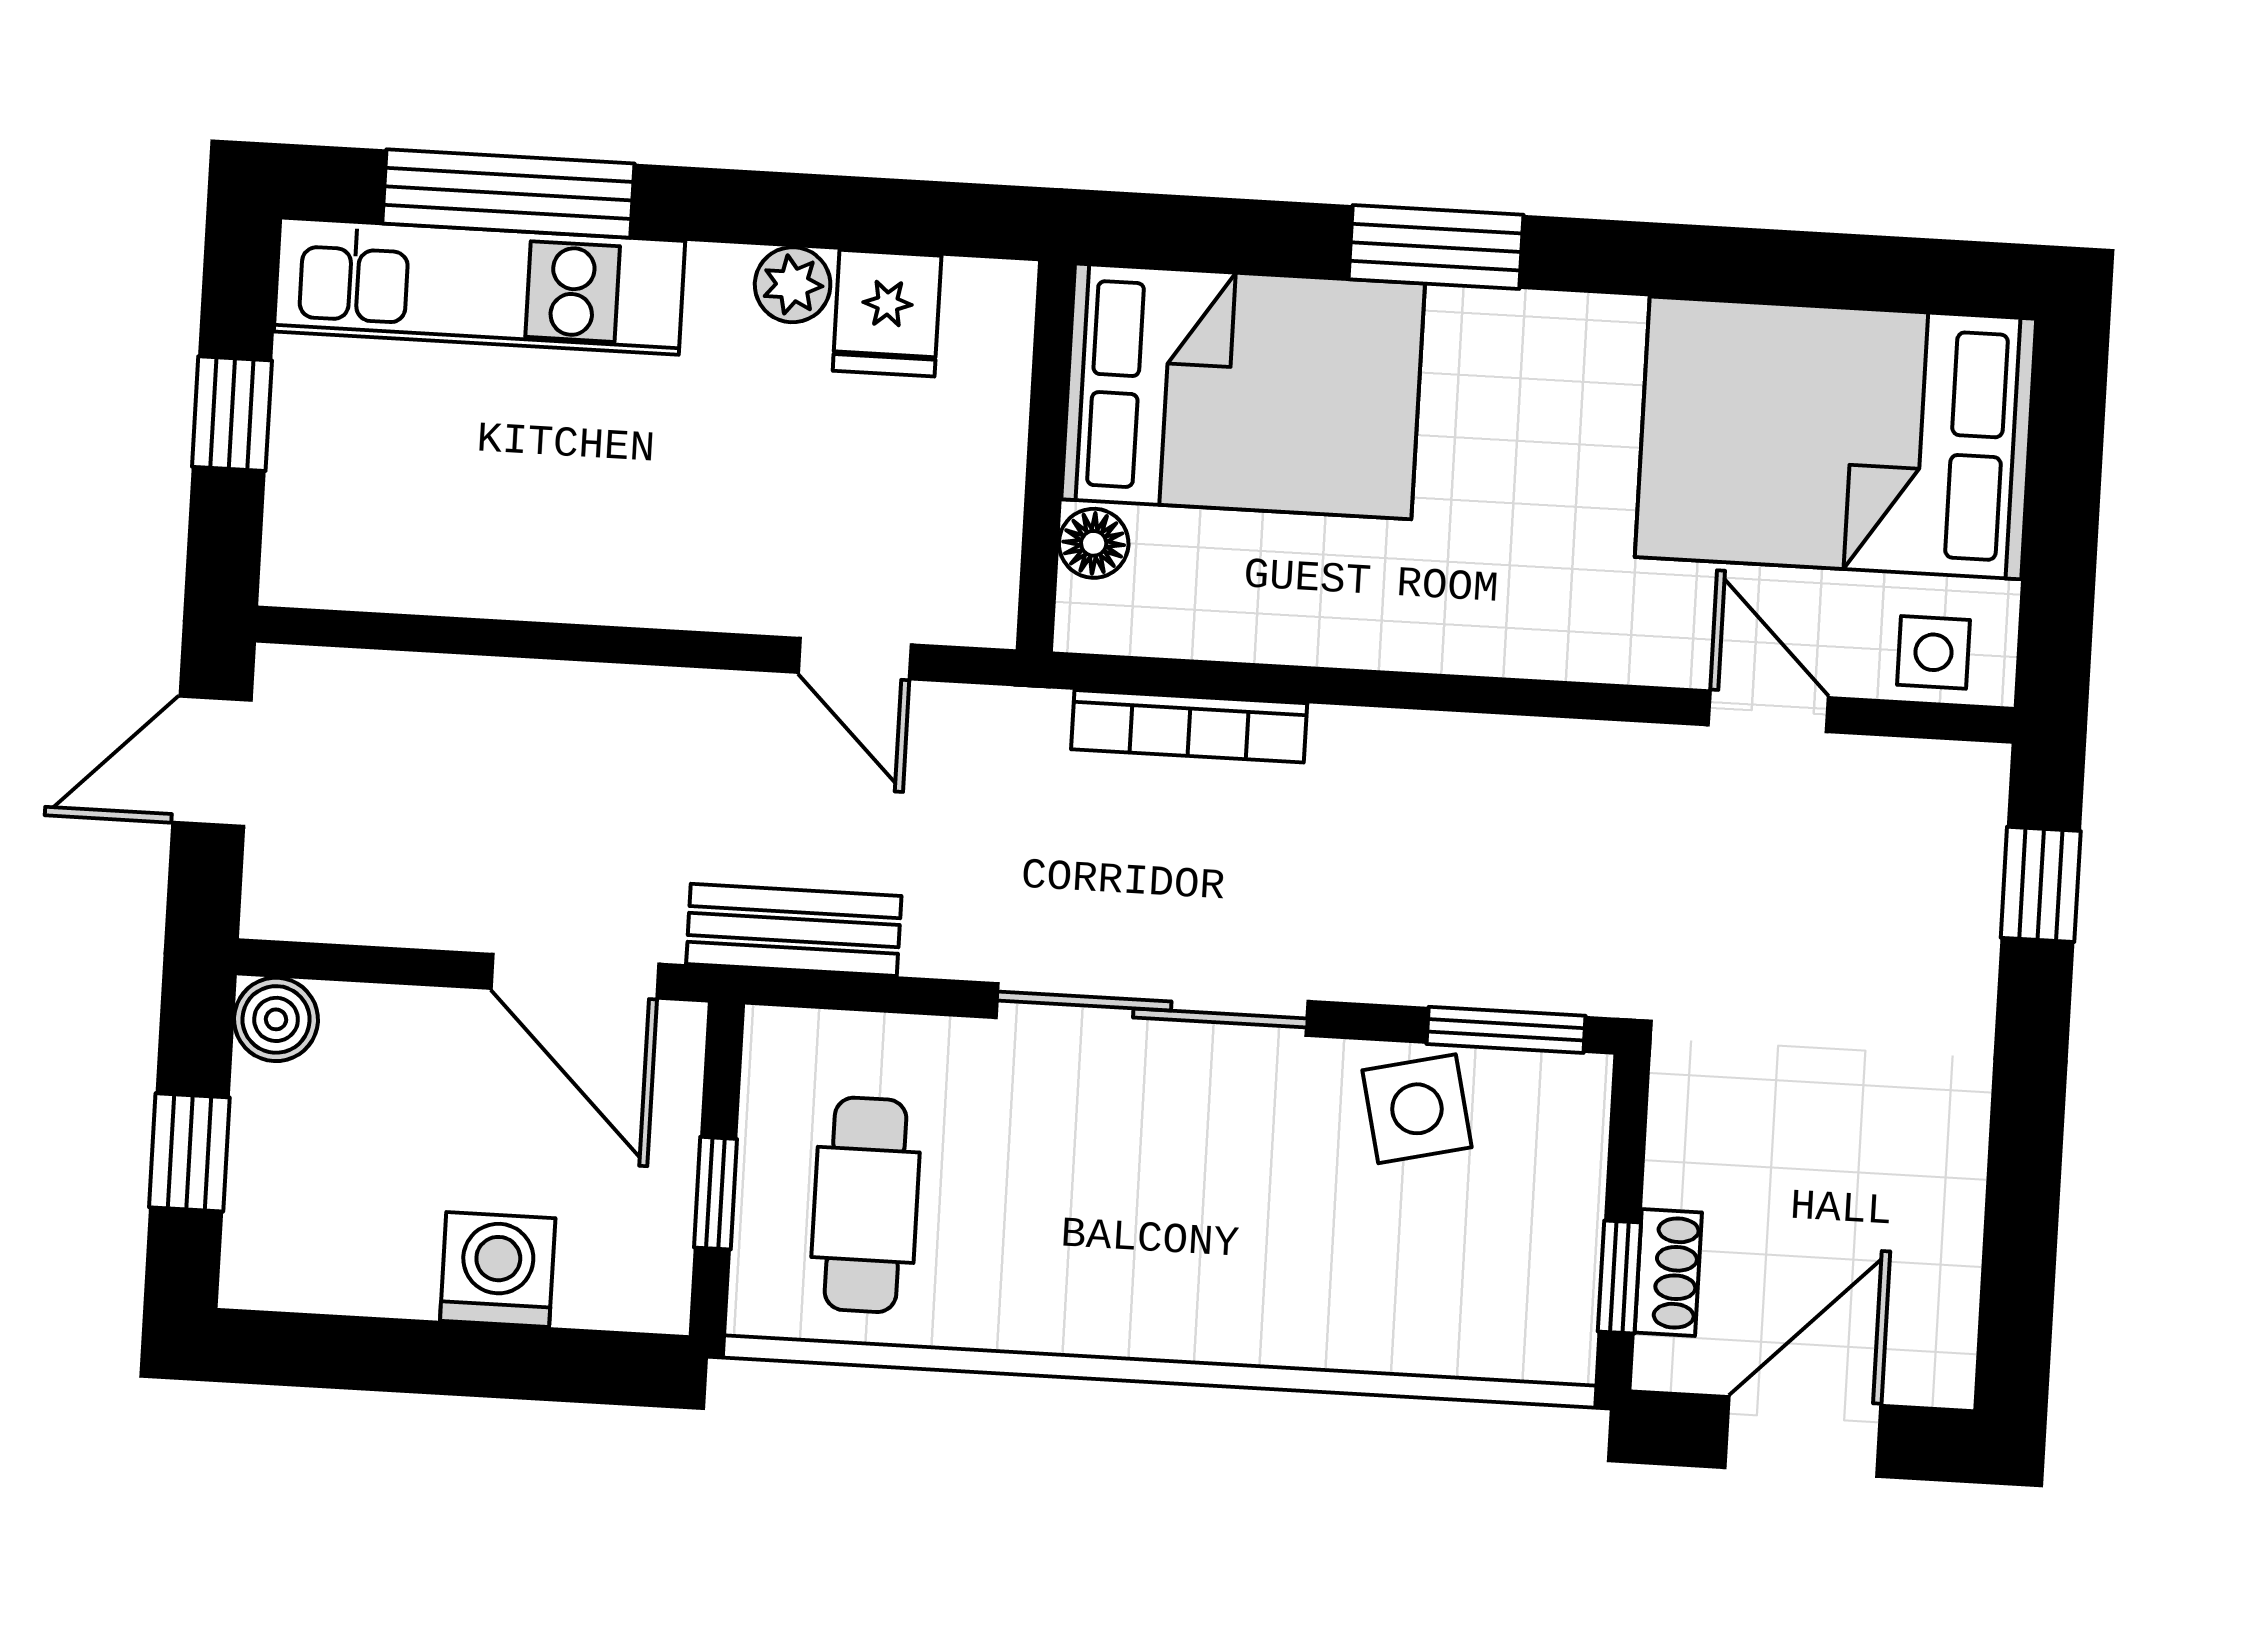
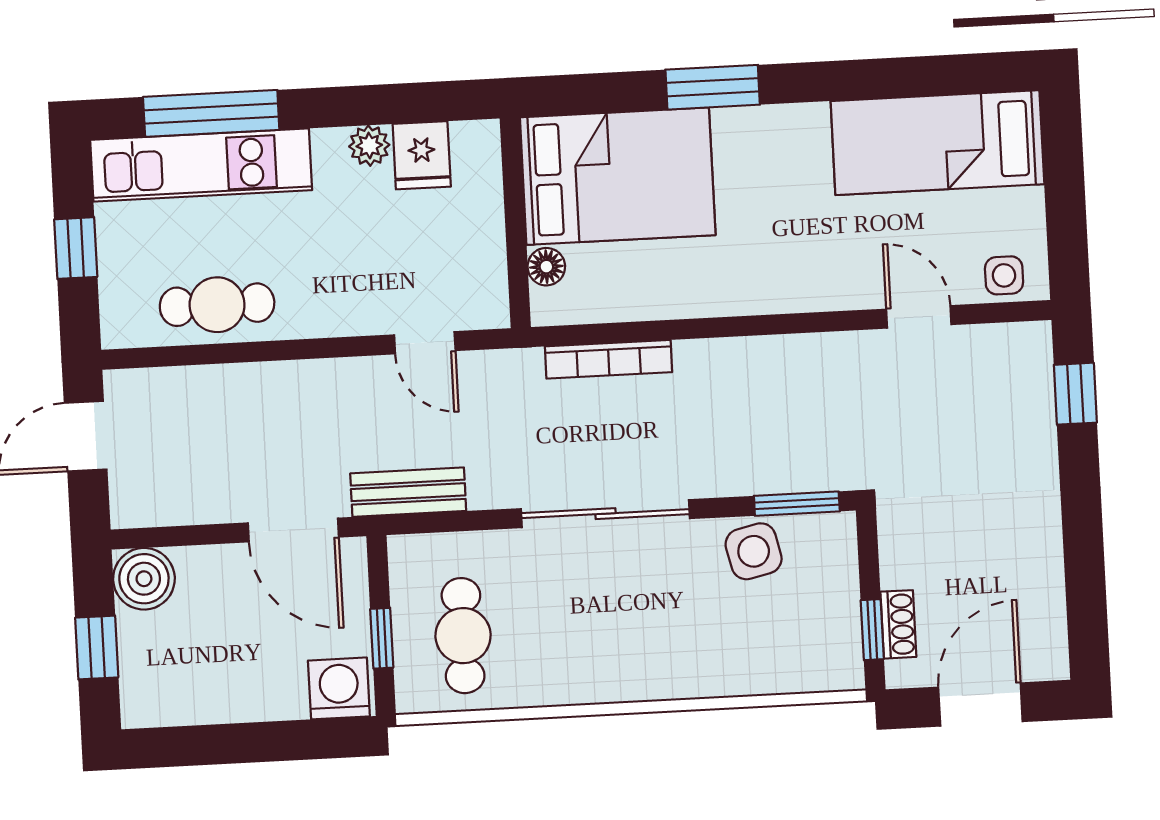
bed: (1836, 438) -> (937, 143), width x0.67
cafe table: (480, 546) -> (217, 305), added
boiler: (276, 1019) -> (144, 579), width x1.36, depth x1.36
washing machine: (498, 1269) -> (339, 688), moved

